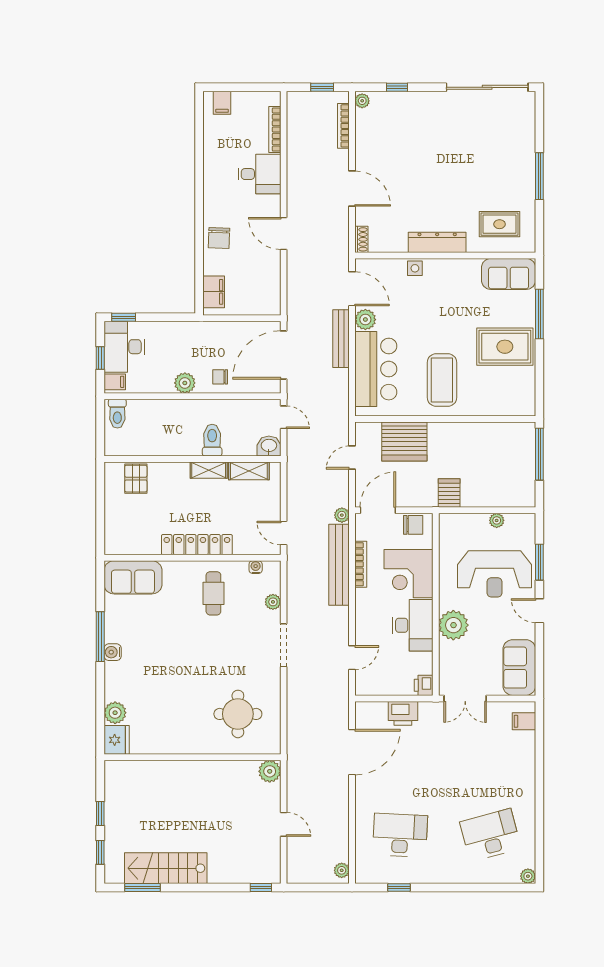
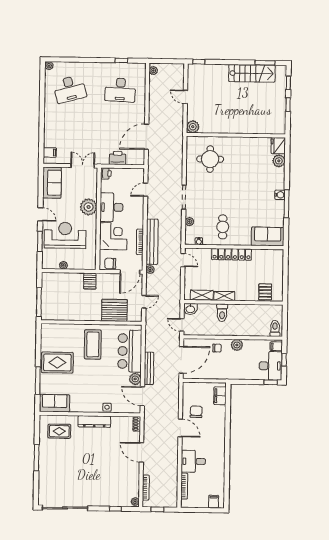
chair: (219, 238) -> (196, 412), moved

